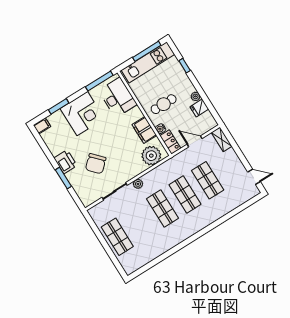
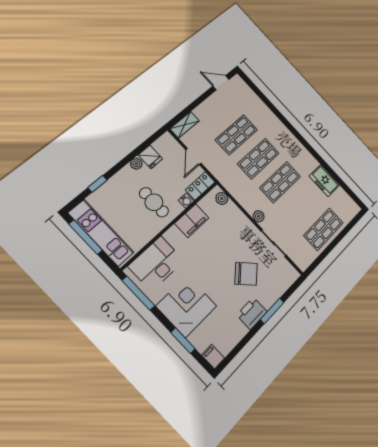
plant: (151, 156) -> (222, 198), width x0.53, depth x0.53
door: (254, 177) -> (221, 83), hinge flipped
freezer: (157, 248) -> (324, 181), added

